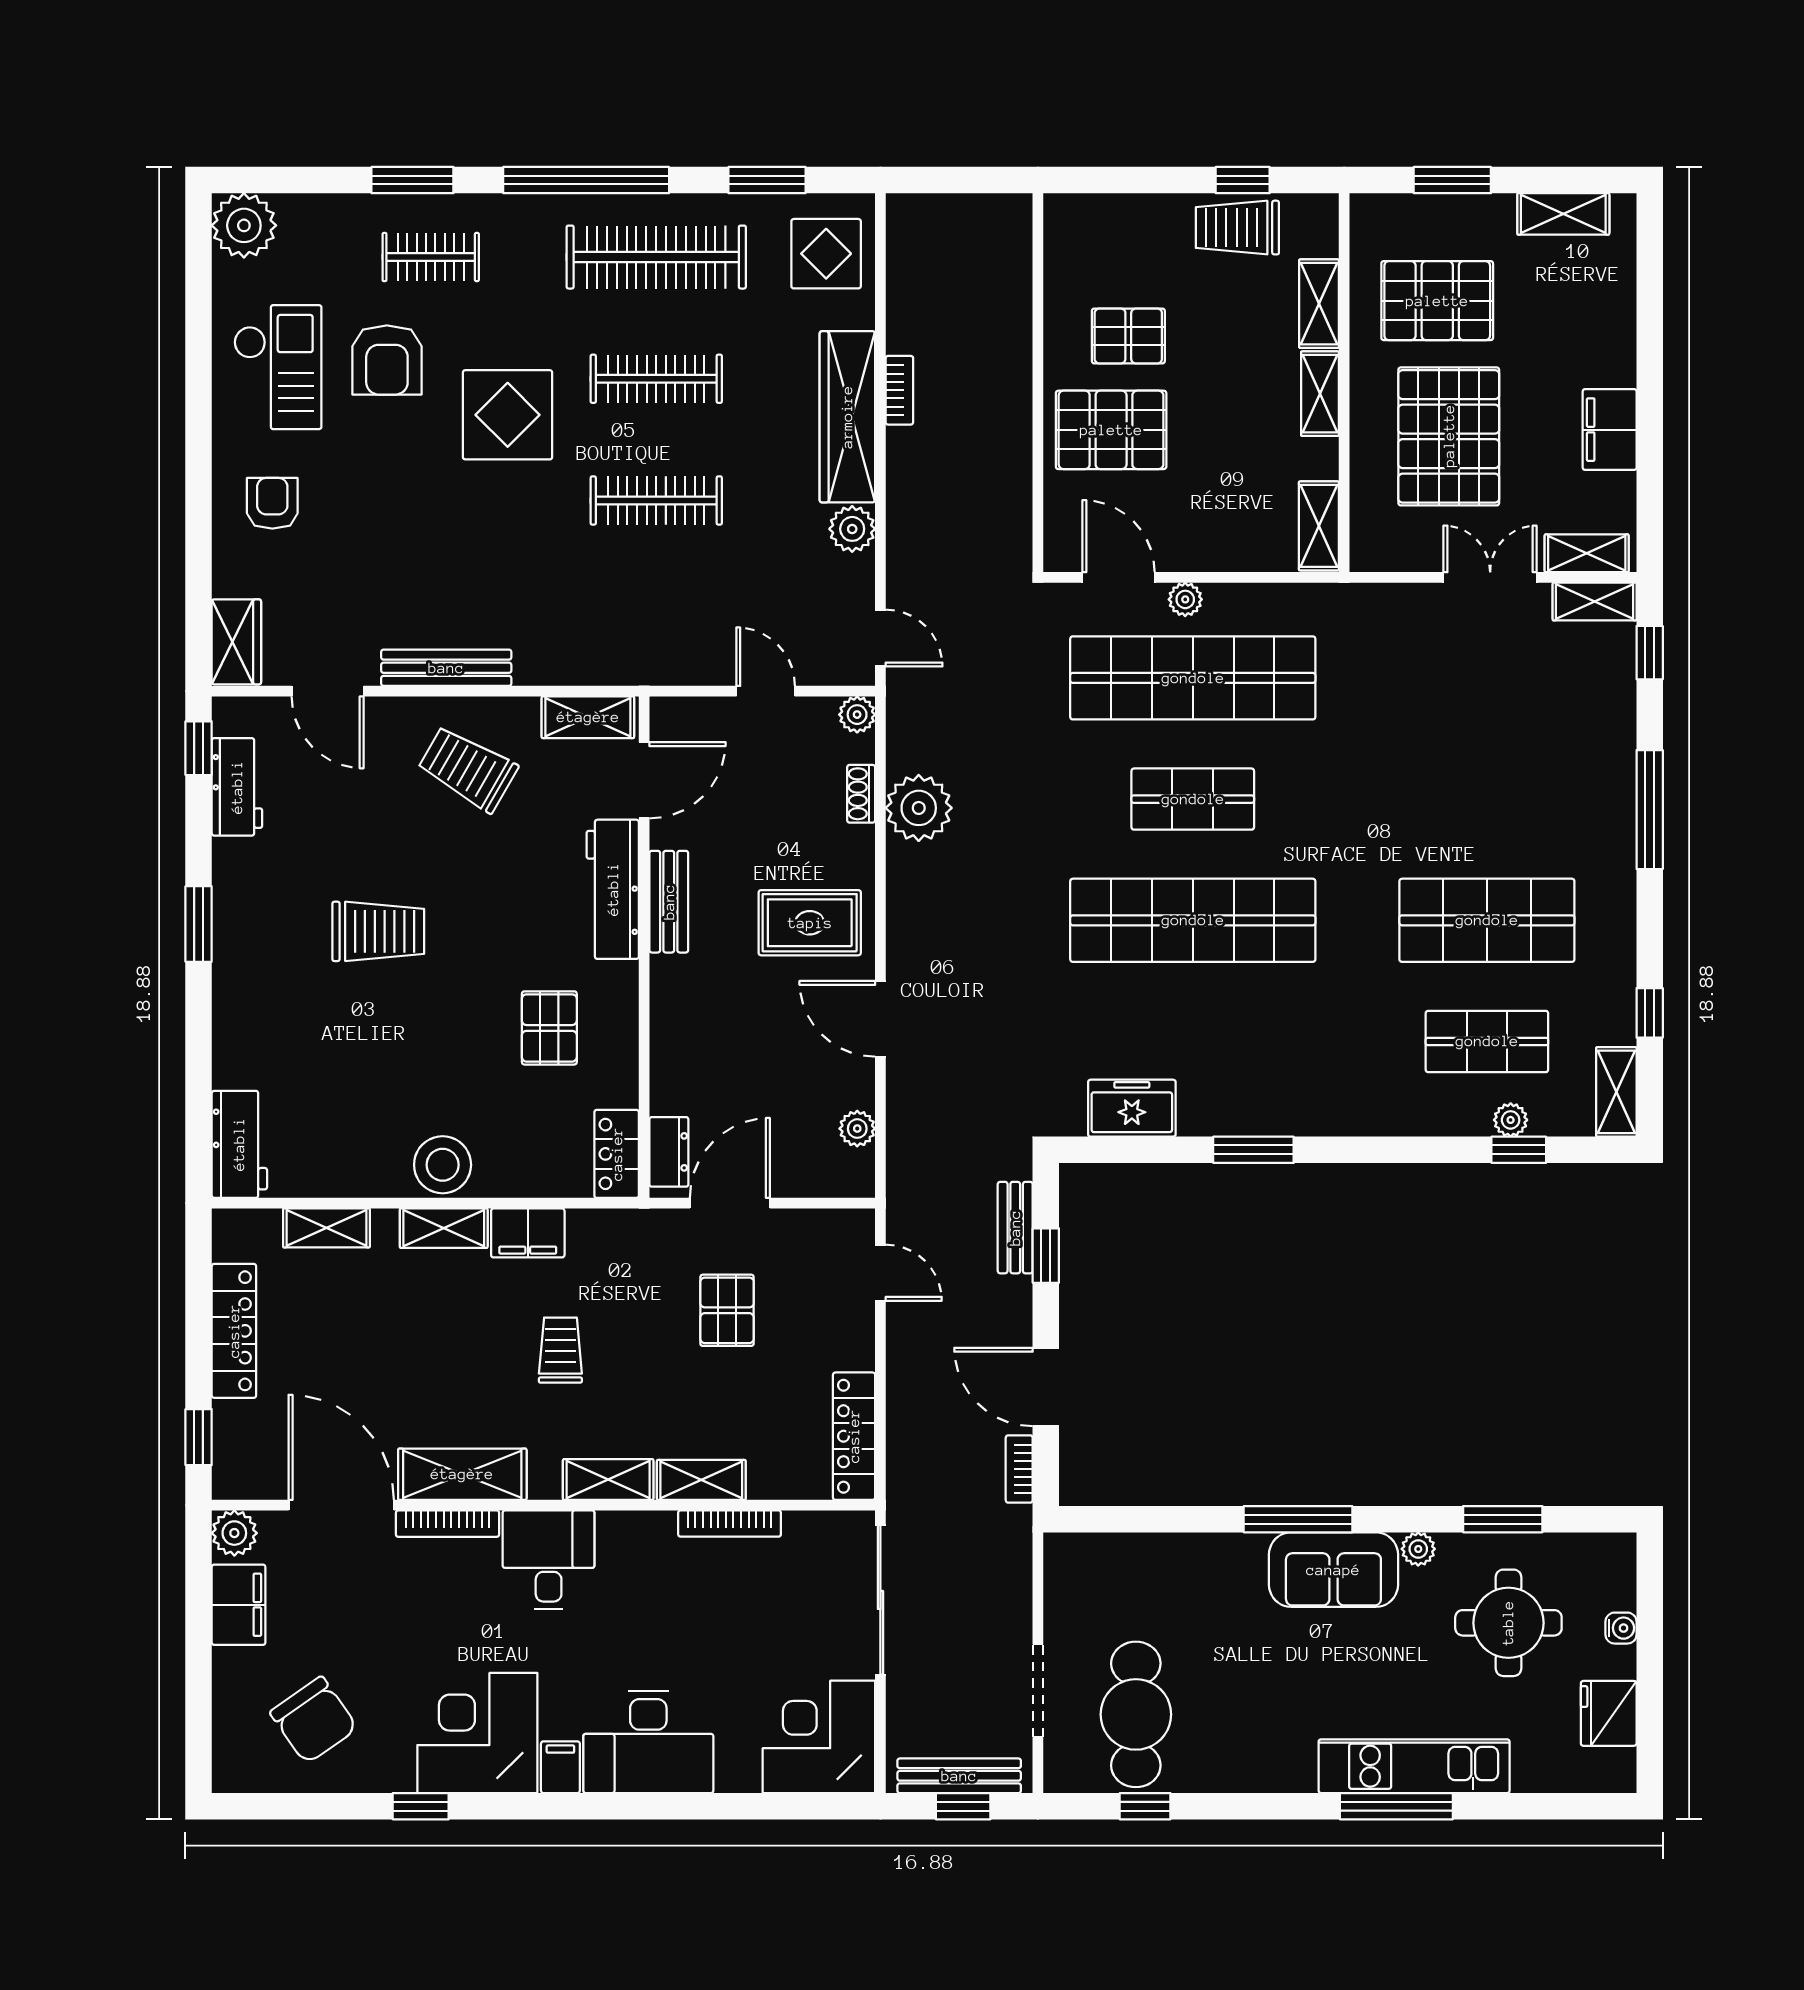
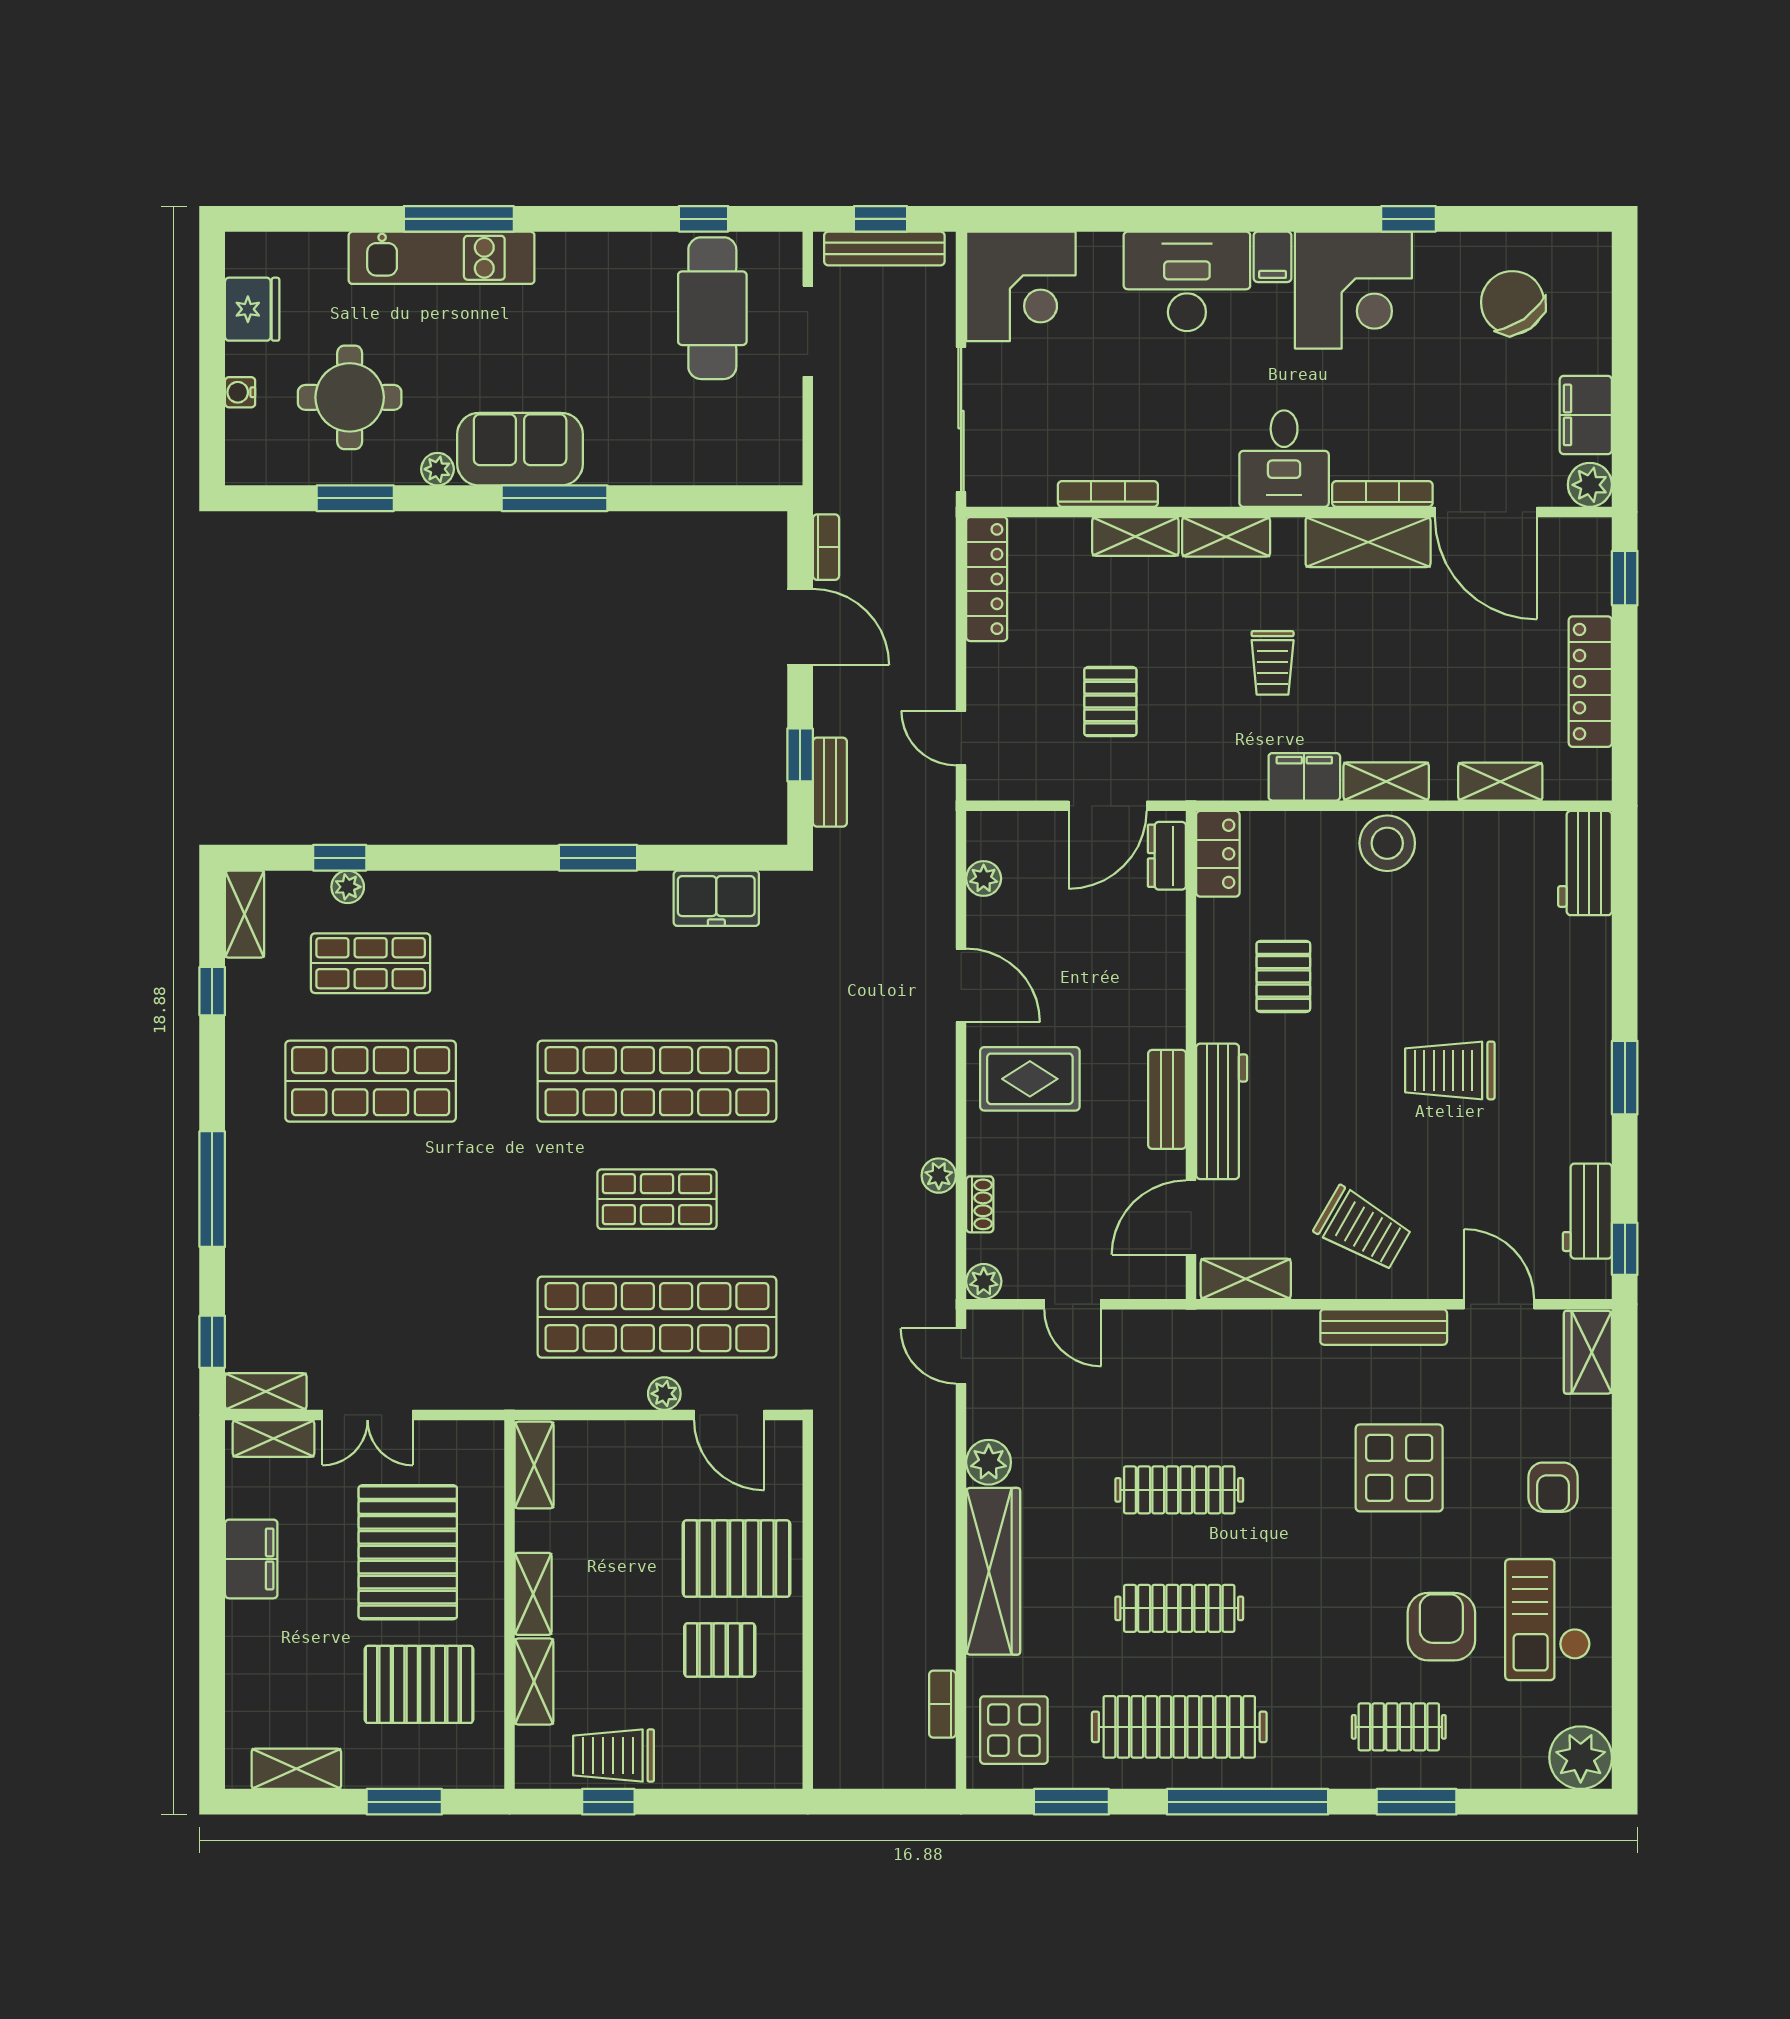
trolley: (1237, 228) -> (614, 1756), turned 180
bookcase: (899, 390) -> (943, 1704), moved
display table: (508, 415) -> (1399, 1468), moved
plant: (919, 808) -> (939, 1176), width x0.53, depth x0.53

